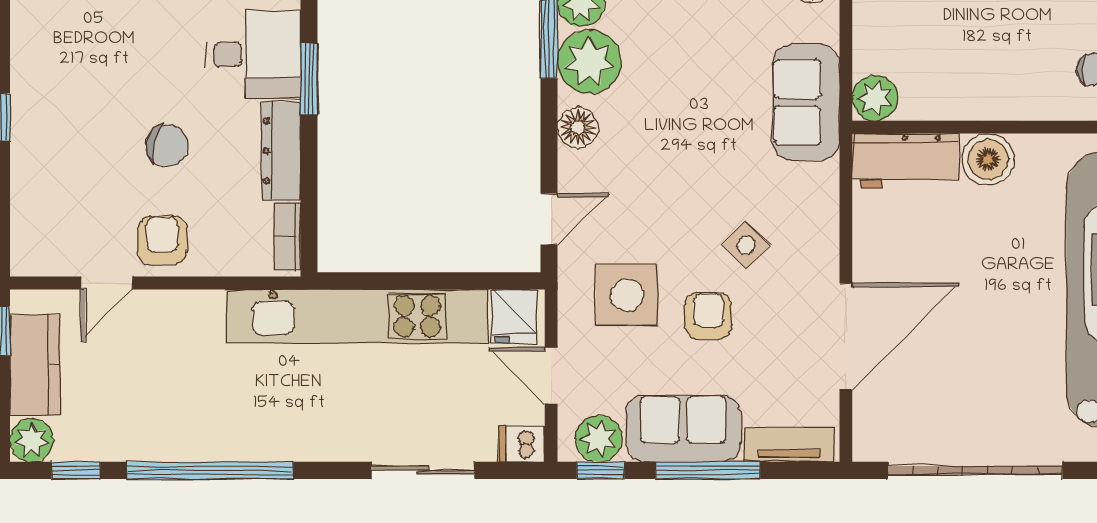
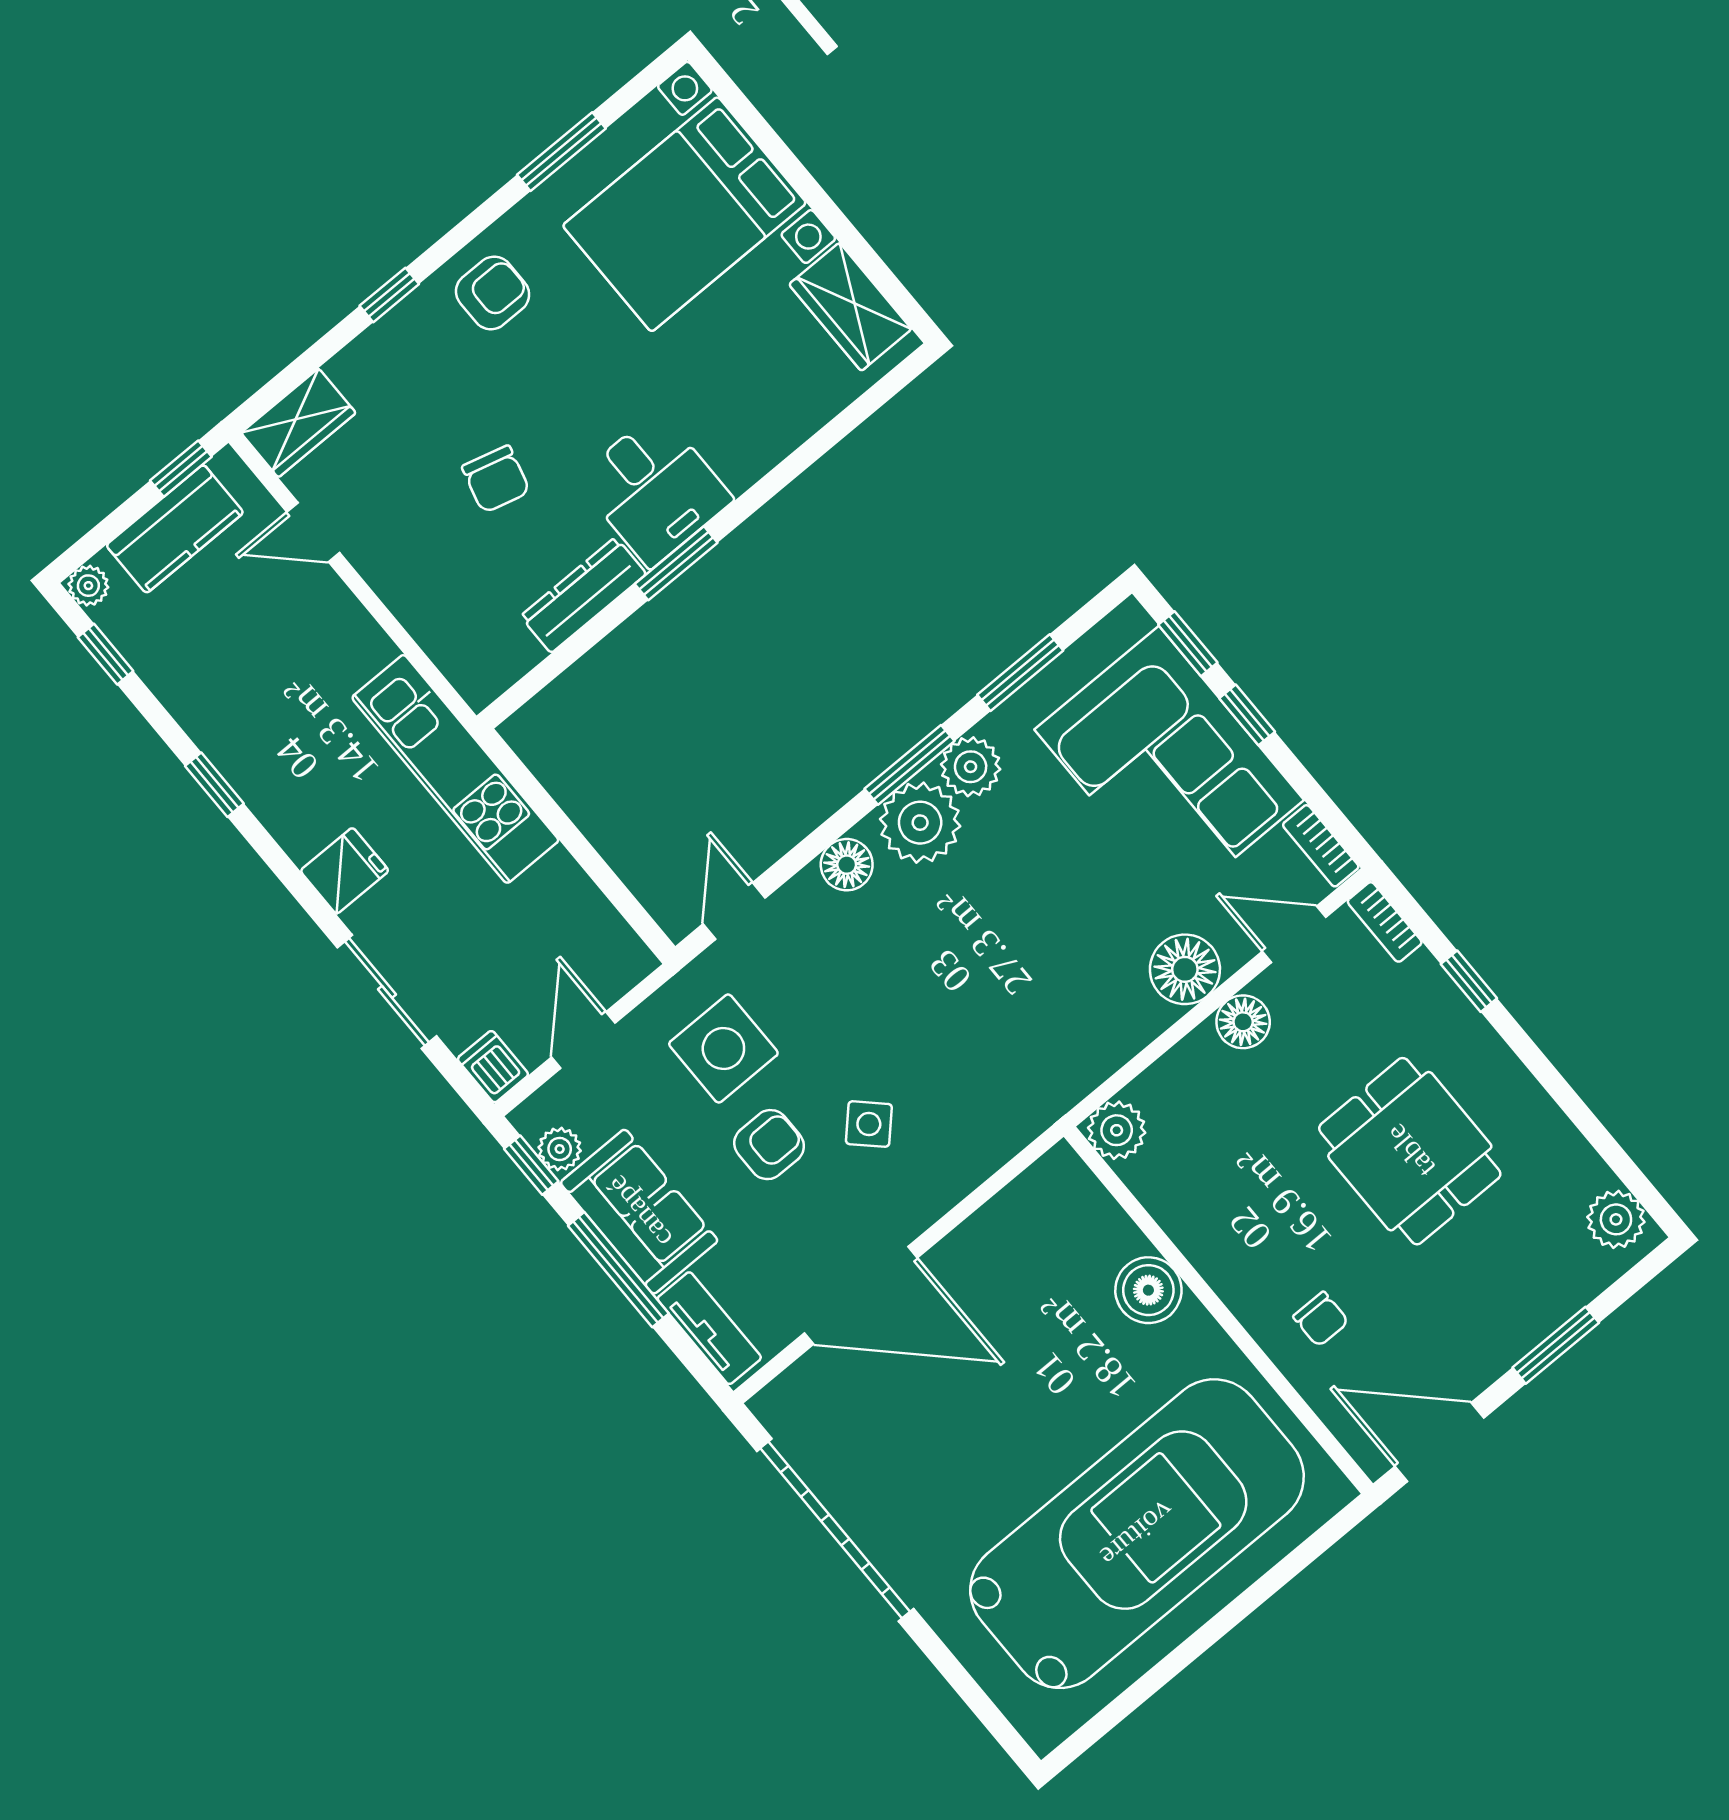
sofa: (806, 102) -> (1056, 1066), removed
workbench: (905, 161) -> (1080, 1211), removed
door: (549, 219) -> (734, 911), swing flipped
wardrobe: (33, 237) -> (298, 423), added
bookcase: (287, 237) -> (505, 670), removed
armchair: (162, 240) -> (493, 293), moved
kitchen unit: (357, 316) -> (455, 769), width x0.73
fridge: (514, 316) -> (345, 871), moved, turned 180
plant: (599, 439) -> (560, 1149), width x0.73, depth x0.73
plant: (32, 440) -> (88, 586), width x0.73, depth x0.73
window: (210, 470) -> (214, 785), width x0.32

